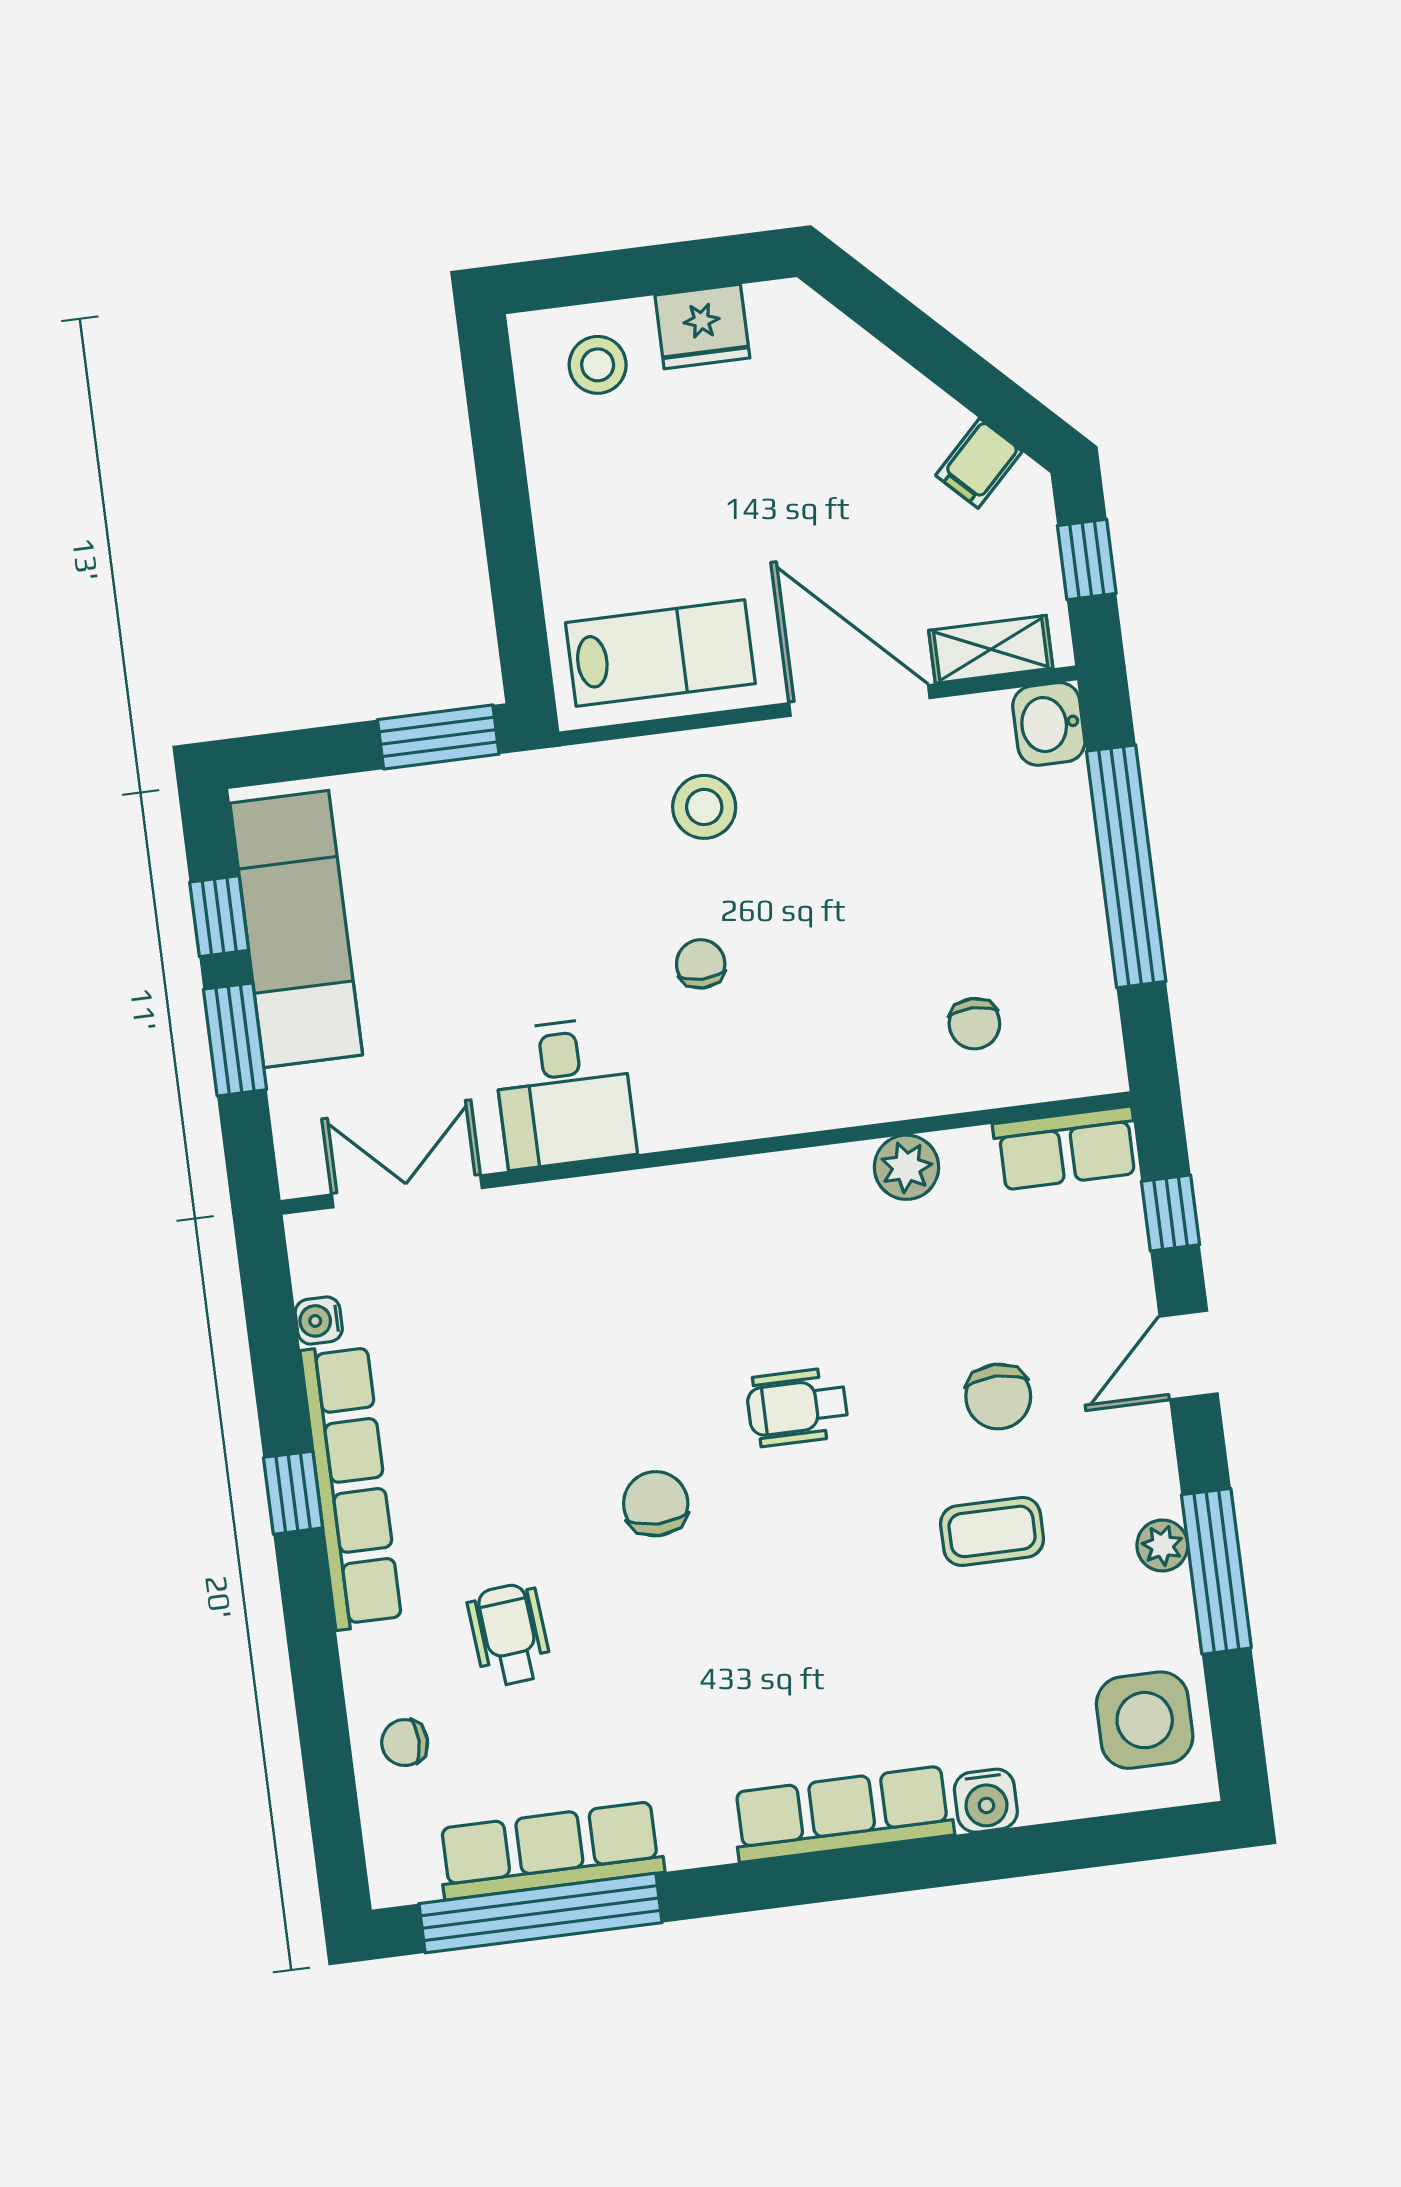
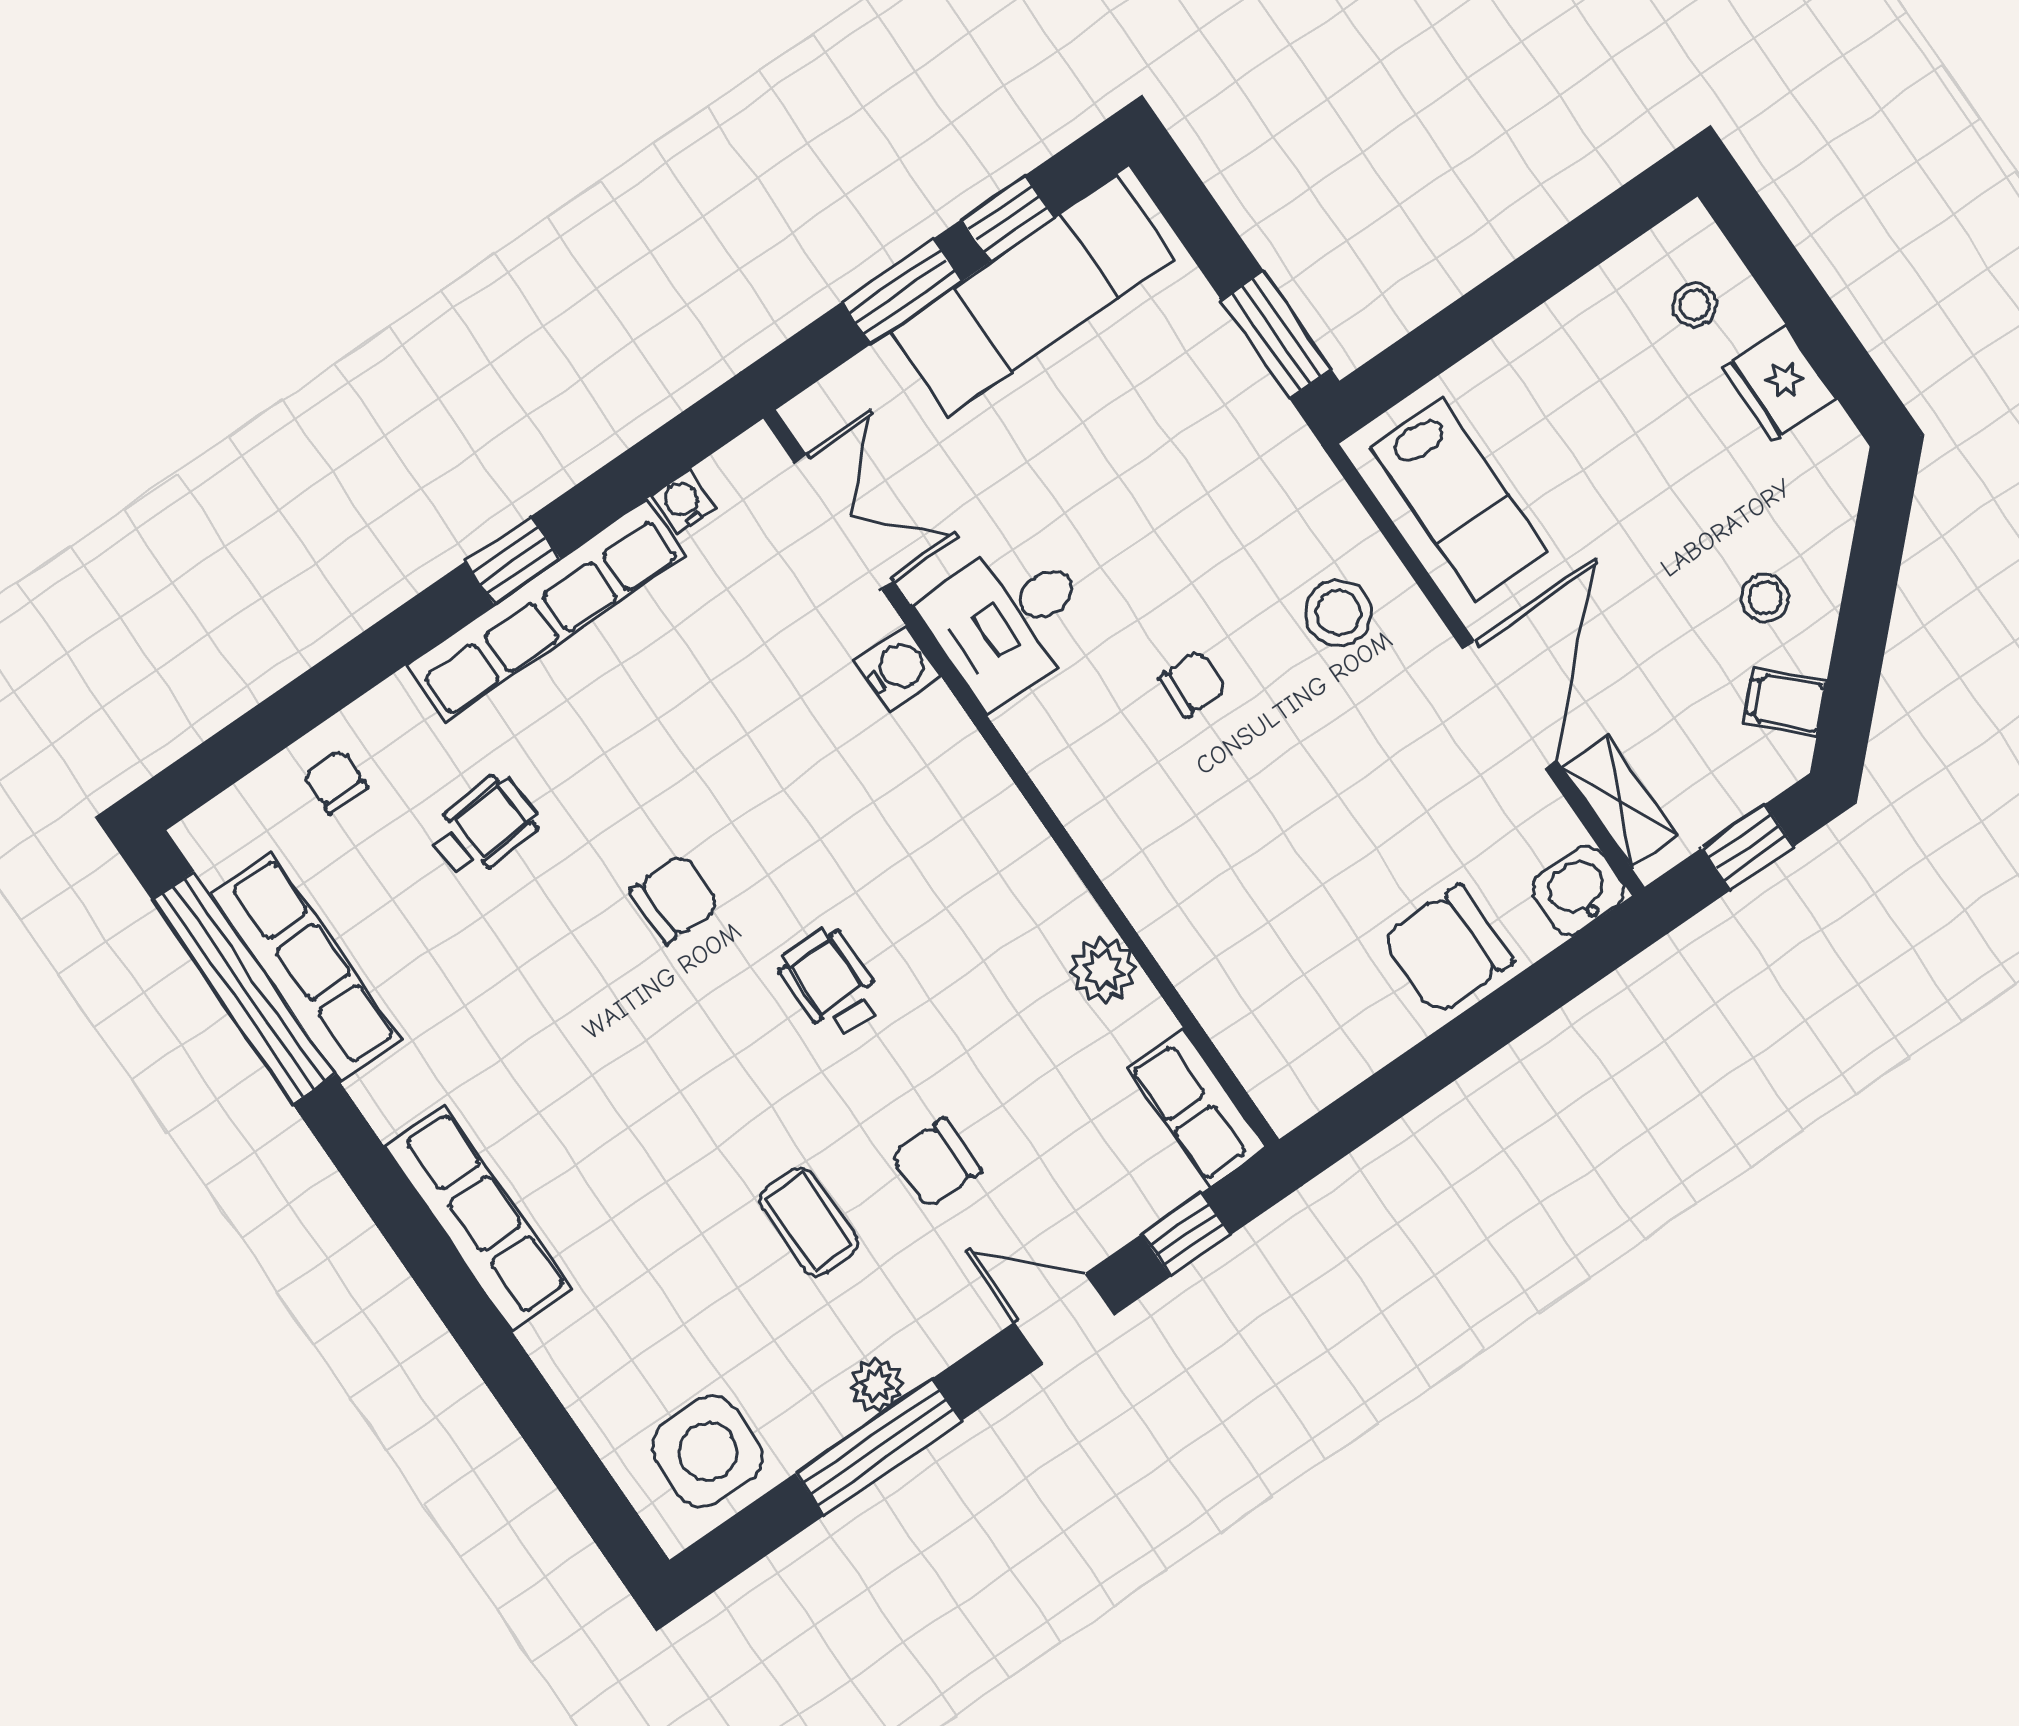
stool: (598, 365) -> (1694, 305), width x0.73, depth x0.73
stool: (881, 434) -> (1765, 598), added
window: (1126, 866) -> (1484, 1029), removed
chair: (974, 1024) -> (1448, 950), moved, width x1.87, depth x1.87
water cooler: (986, 1801) -> (897, 668), moved, turned 180

